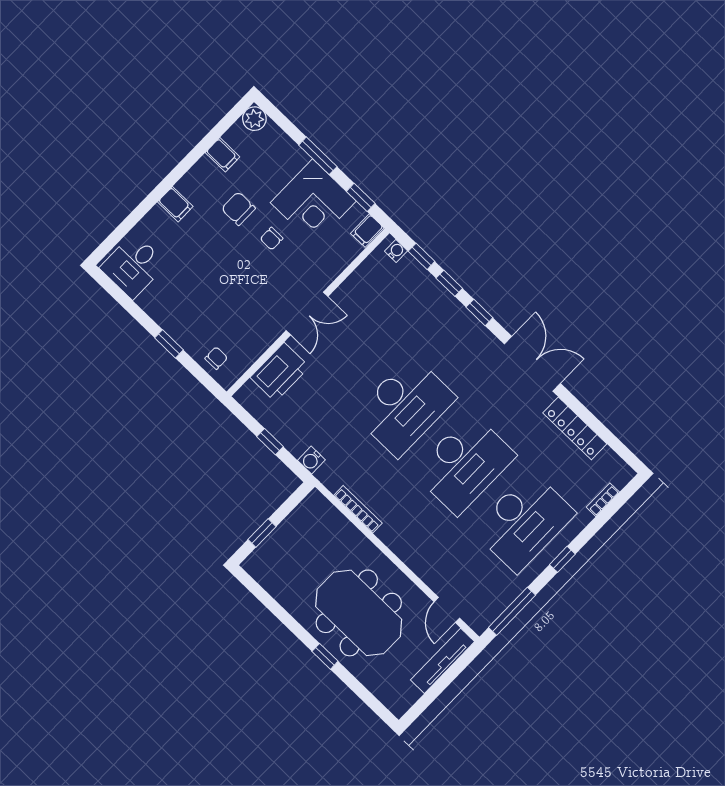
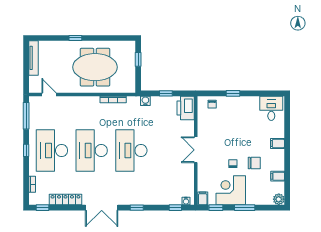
window: (449, 283) -> (43, 208), moved
printer: (280, 372) -> (186, 108), moved
meeting table: (359, 613) -> (95, 67), moved
tv unit: (443, 661) -> (34, 58), moved

